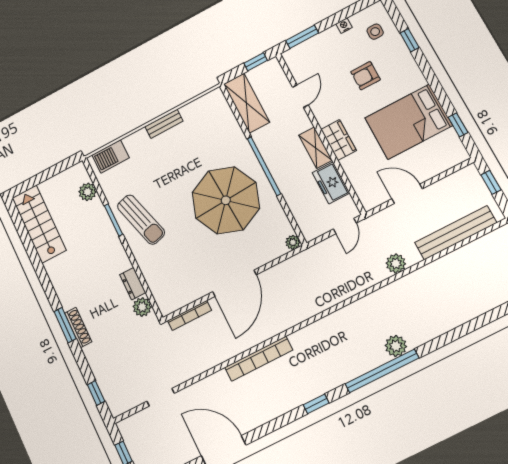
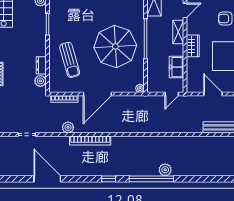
shelving: (315, 148) -> (178, 32), moved
sun lounger: (141, 220) -> (70, 60), moved
plant: (396, 263) -> (68, 127), moved

